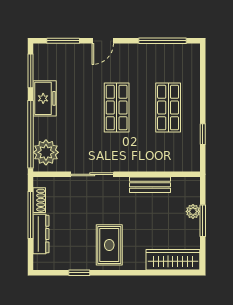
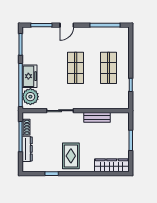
freezer: (45, 98) -> (29, 76), moved
plant: (193, 211) -> (124, 134), removed

